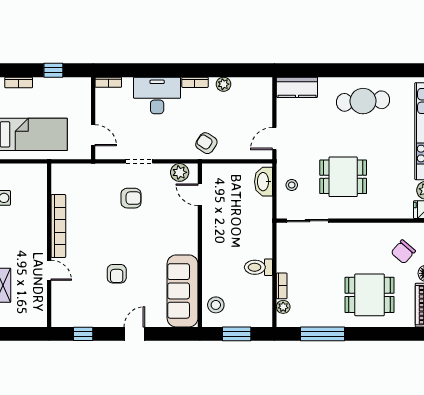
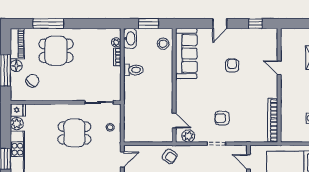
washbasin: (264, 182) -> (130, 38), moved
bookcase: (58, 226) -> (273, 120), moved
window: (322, 334) -> (48, 24), moved

